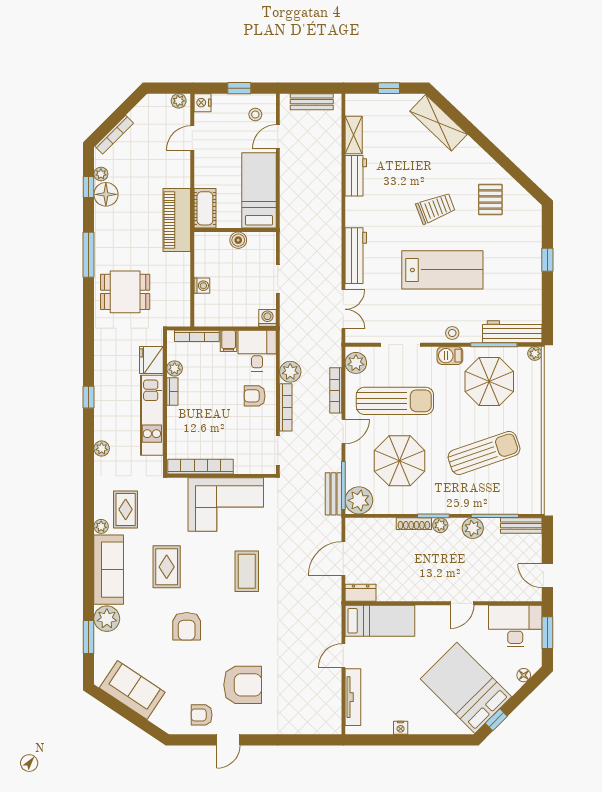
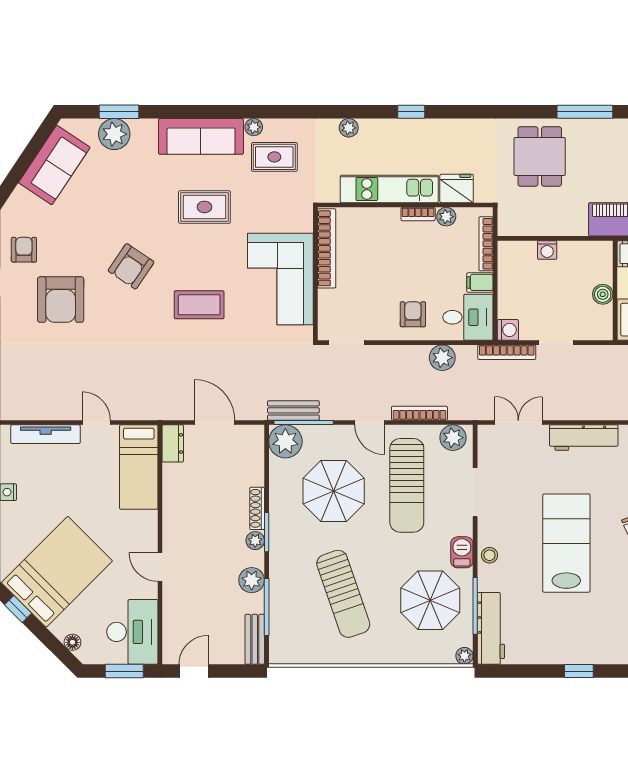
lab bench: (442, 270) -> (566, 543), turned 180
double door: (343, 309) -> (518, 422), swing flipped
bookcase: (286, 407) -> (507, 352), moved
plant: (107, 619) -> (114, 134), moved
armchair: (187, 626) -> (131, 266), moved, turned -56

